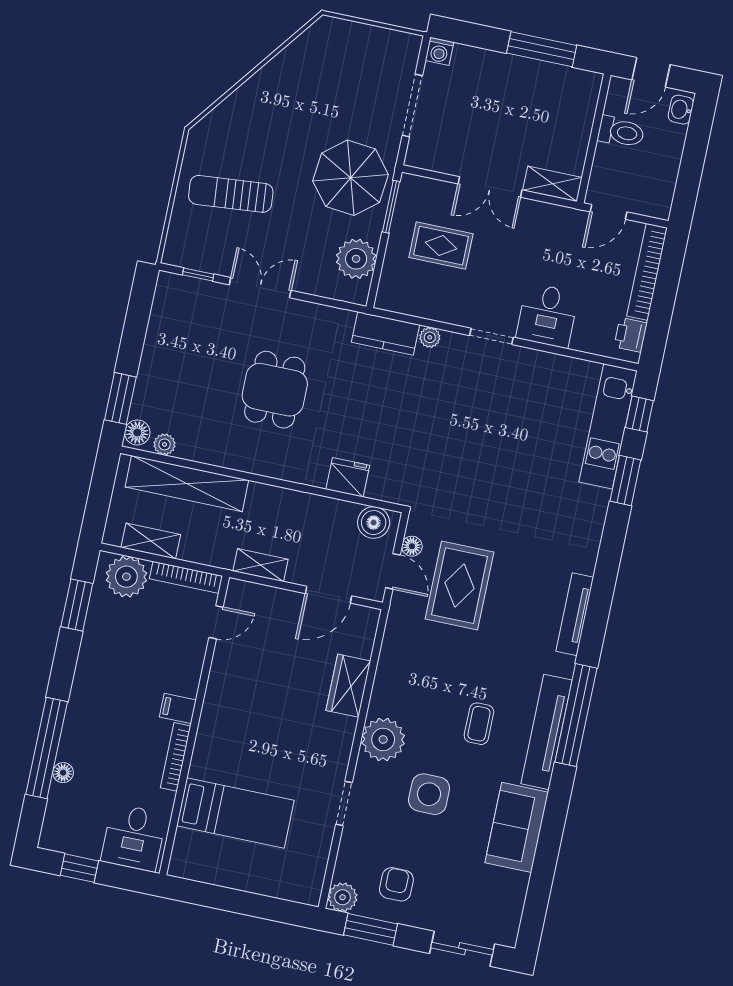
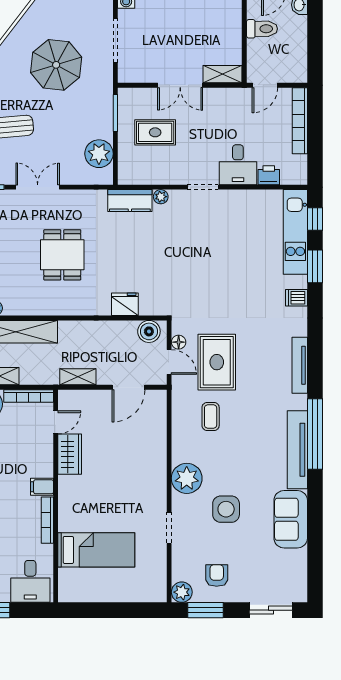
parasol: (351, 178) -> (56, 65), moved
printer: (631, 335) -> (269, 175), moved, turned 90
dishwasher: (590, 519) -> (296, 298), added
wardrobe: (348, 686) -> (70, 454), moved, turned 180
coffee table: (479, 724) -> (211, 416), moved

